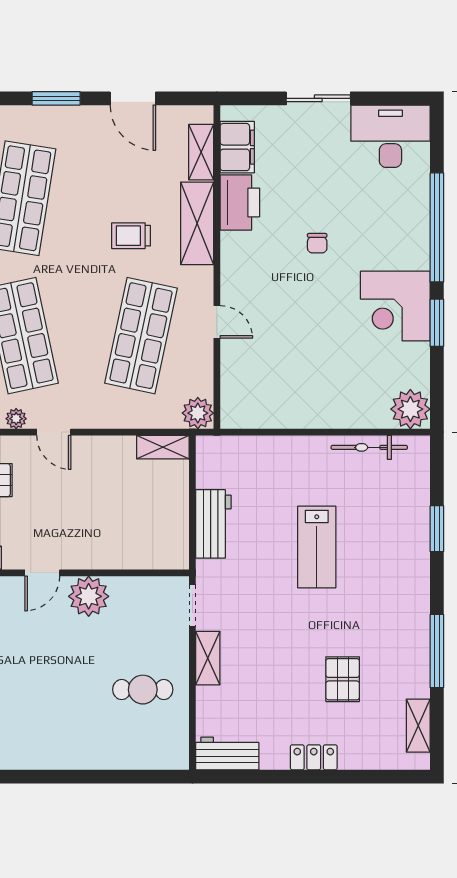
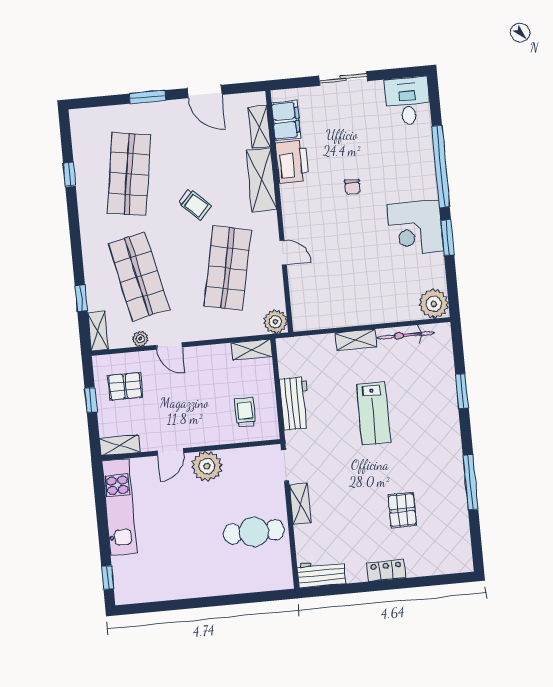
desk: (390, 136) -> (408, 101), width x0.73
trolley: (131, 236) -> (195, 205), moved, turned -137
trolley: (146, 529) -> (245, 412), added
cafe table: (143, 690) -> (254, 532), width x1.37, depth x1.35
shelving: (418, 726) -> (356, 340), moved, turned 90

